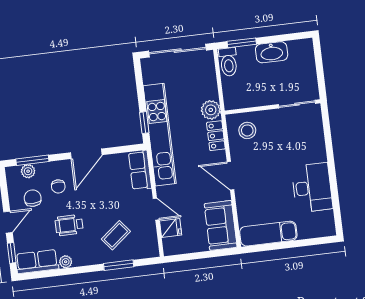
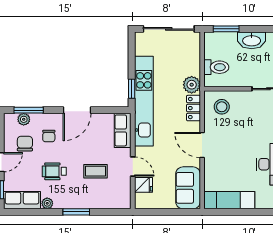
toilet: (228, 62) -> (216, 67), moved, turned -90
coffee table: (116, 235) -> (96, 171), moved, turned 39
window: (119, 265) -> (76, 212), moved

